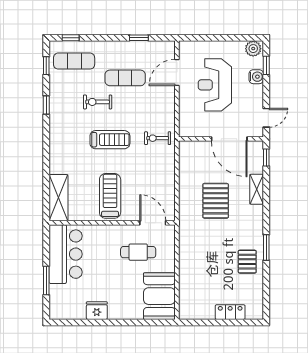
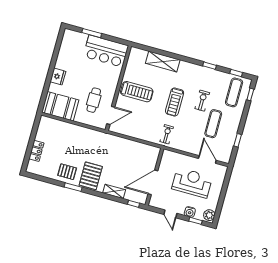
door: (266, 118) -> (170, 214), moved
shelving: (59, 198) -> (163, 62), moved
pallet: (216, 201) -> (91, 176), moved, turned 90
fridge: (97, 311) -> (58, 77), moved

